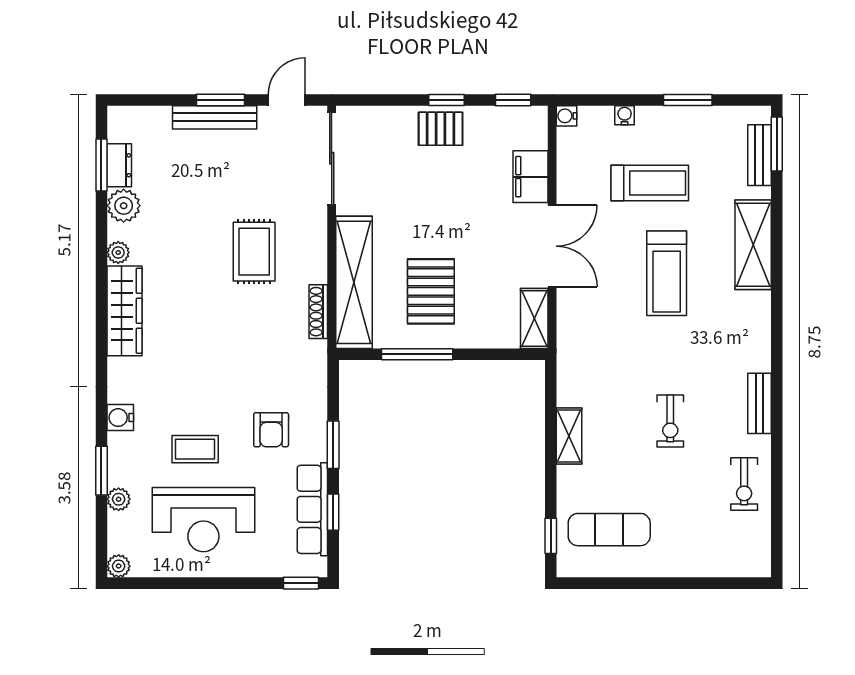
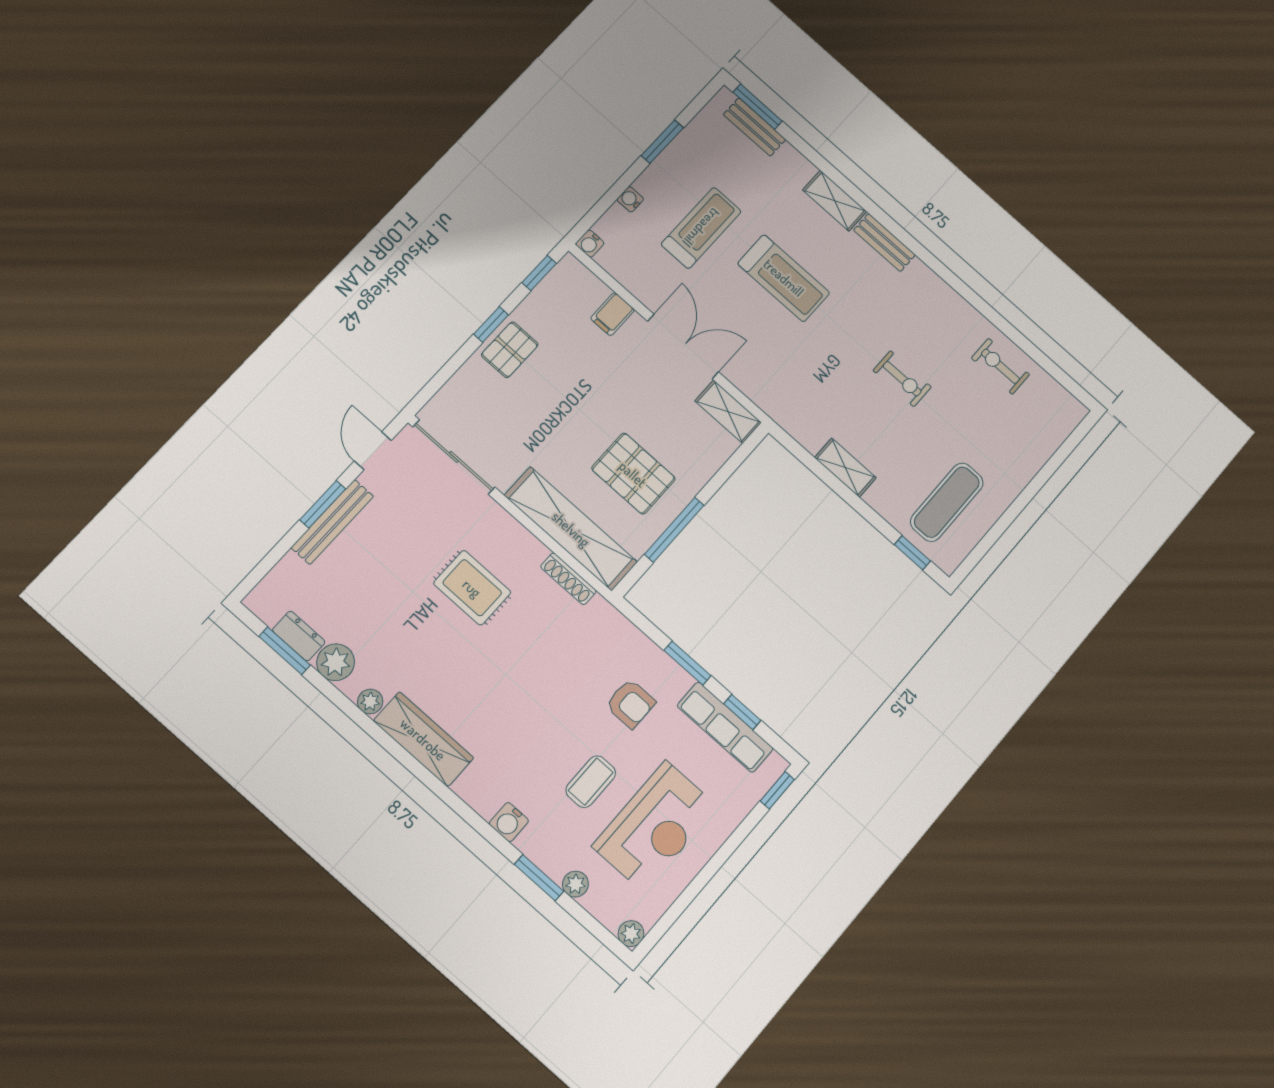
filing cabinet: (530, 177) -> (613, 314), width x0.50
shelving: (753, 245) -> (835, 201), width x0.67, depth x0.75
bench: (760, 403) -> (884, 242), moved
exercise bike: (744, 484) -> (1000, 366), turned 180

